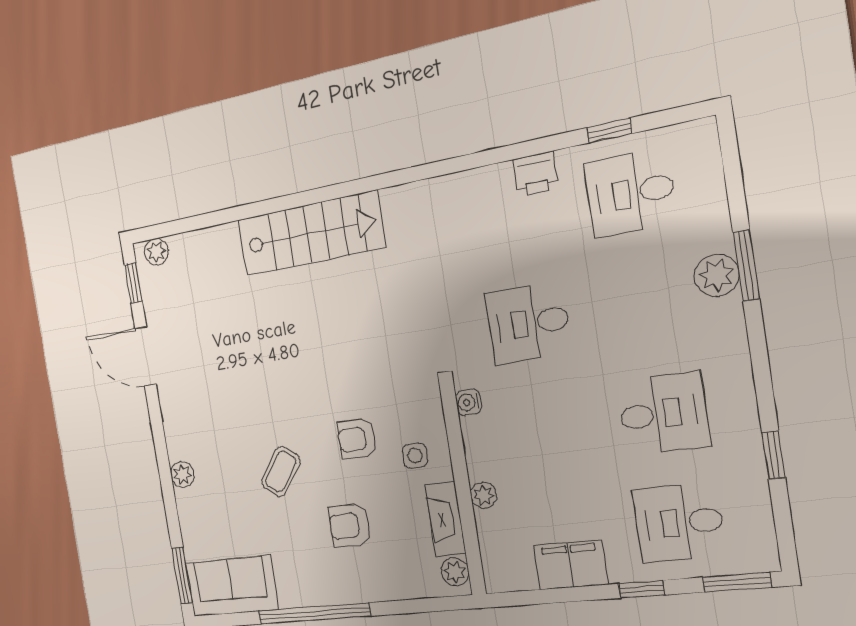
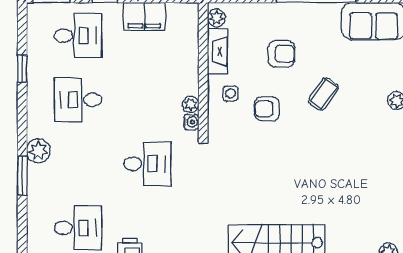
plant: (717, 275) -> (38, 151), moved
armchair: (357, 439) -> (267, 109), turned 180
plant: (484, 495) -> (191, 104), moved

